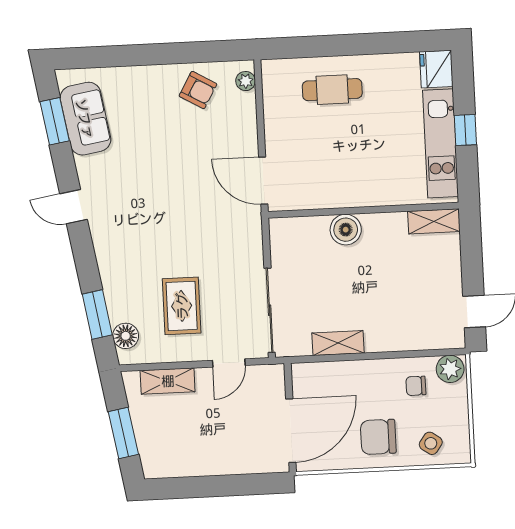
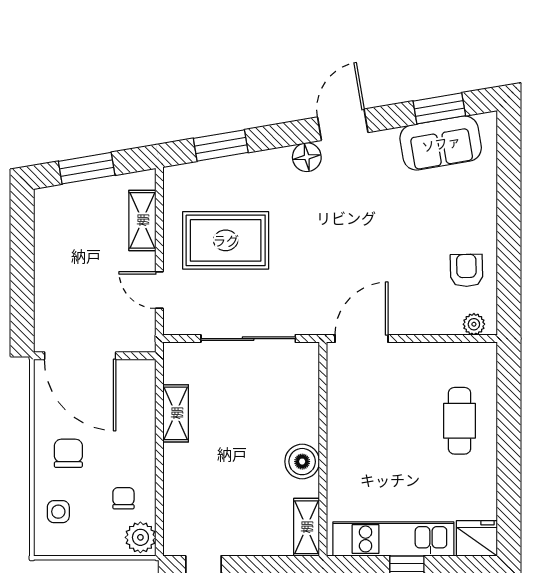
armchair: (198, 90) -> (466, 270), turned 149
door: (74, 207) -> (343, 125), width x1.38
boiler: (346, 230) -> (302, 462), moved
rug: (182, 306) -> (226, 240), width x1.36, depth x1.43
sliding door: (270, 310) -> (248, 339), moved
floor lamp: (126, 336) -> (307, 157), moved
chair: (378, 437) -> (68, 453), width x0.73, depth x0.73
side table: (431, 443) -> (58, 512), turned -35

